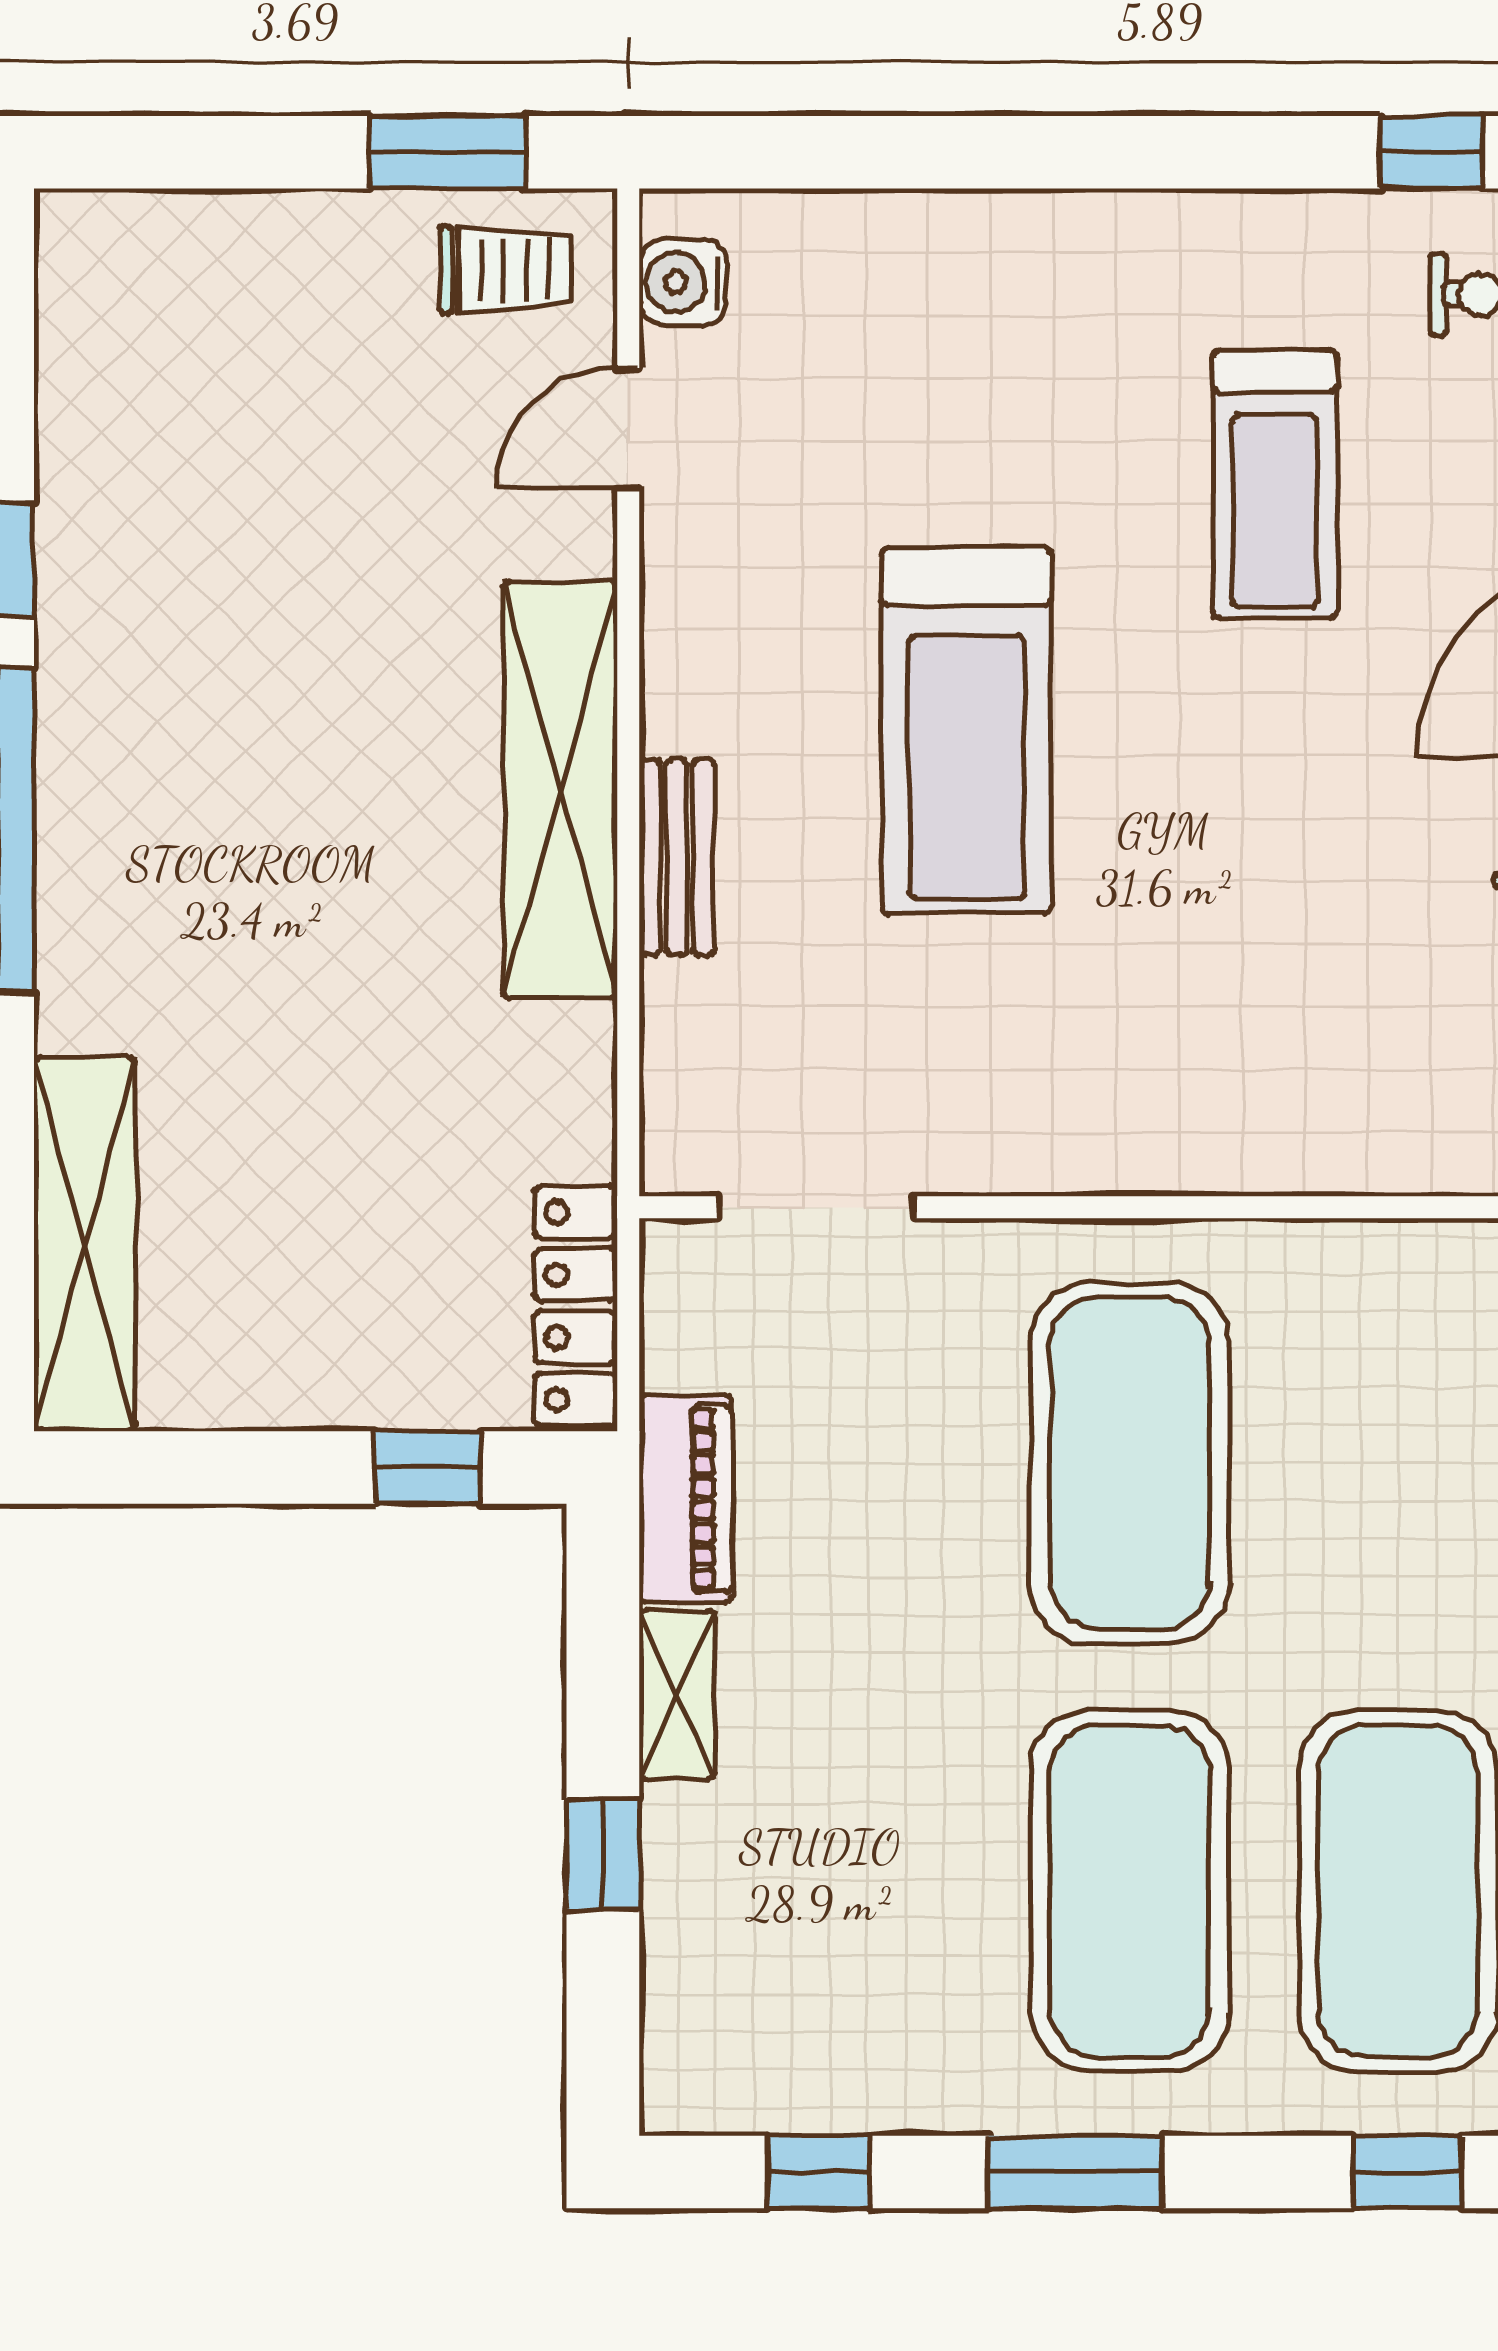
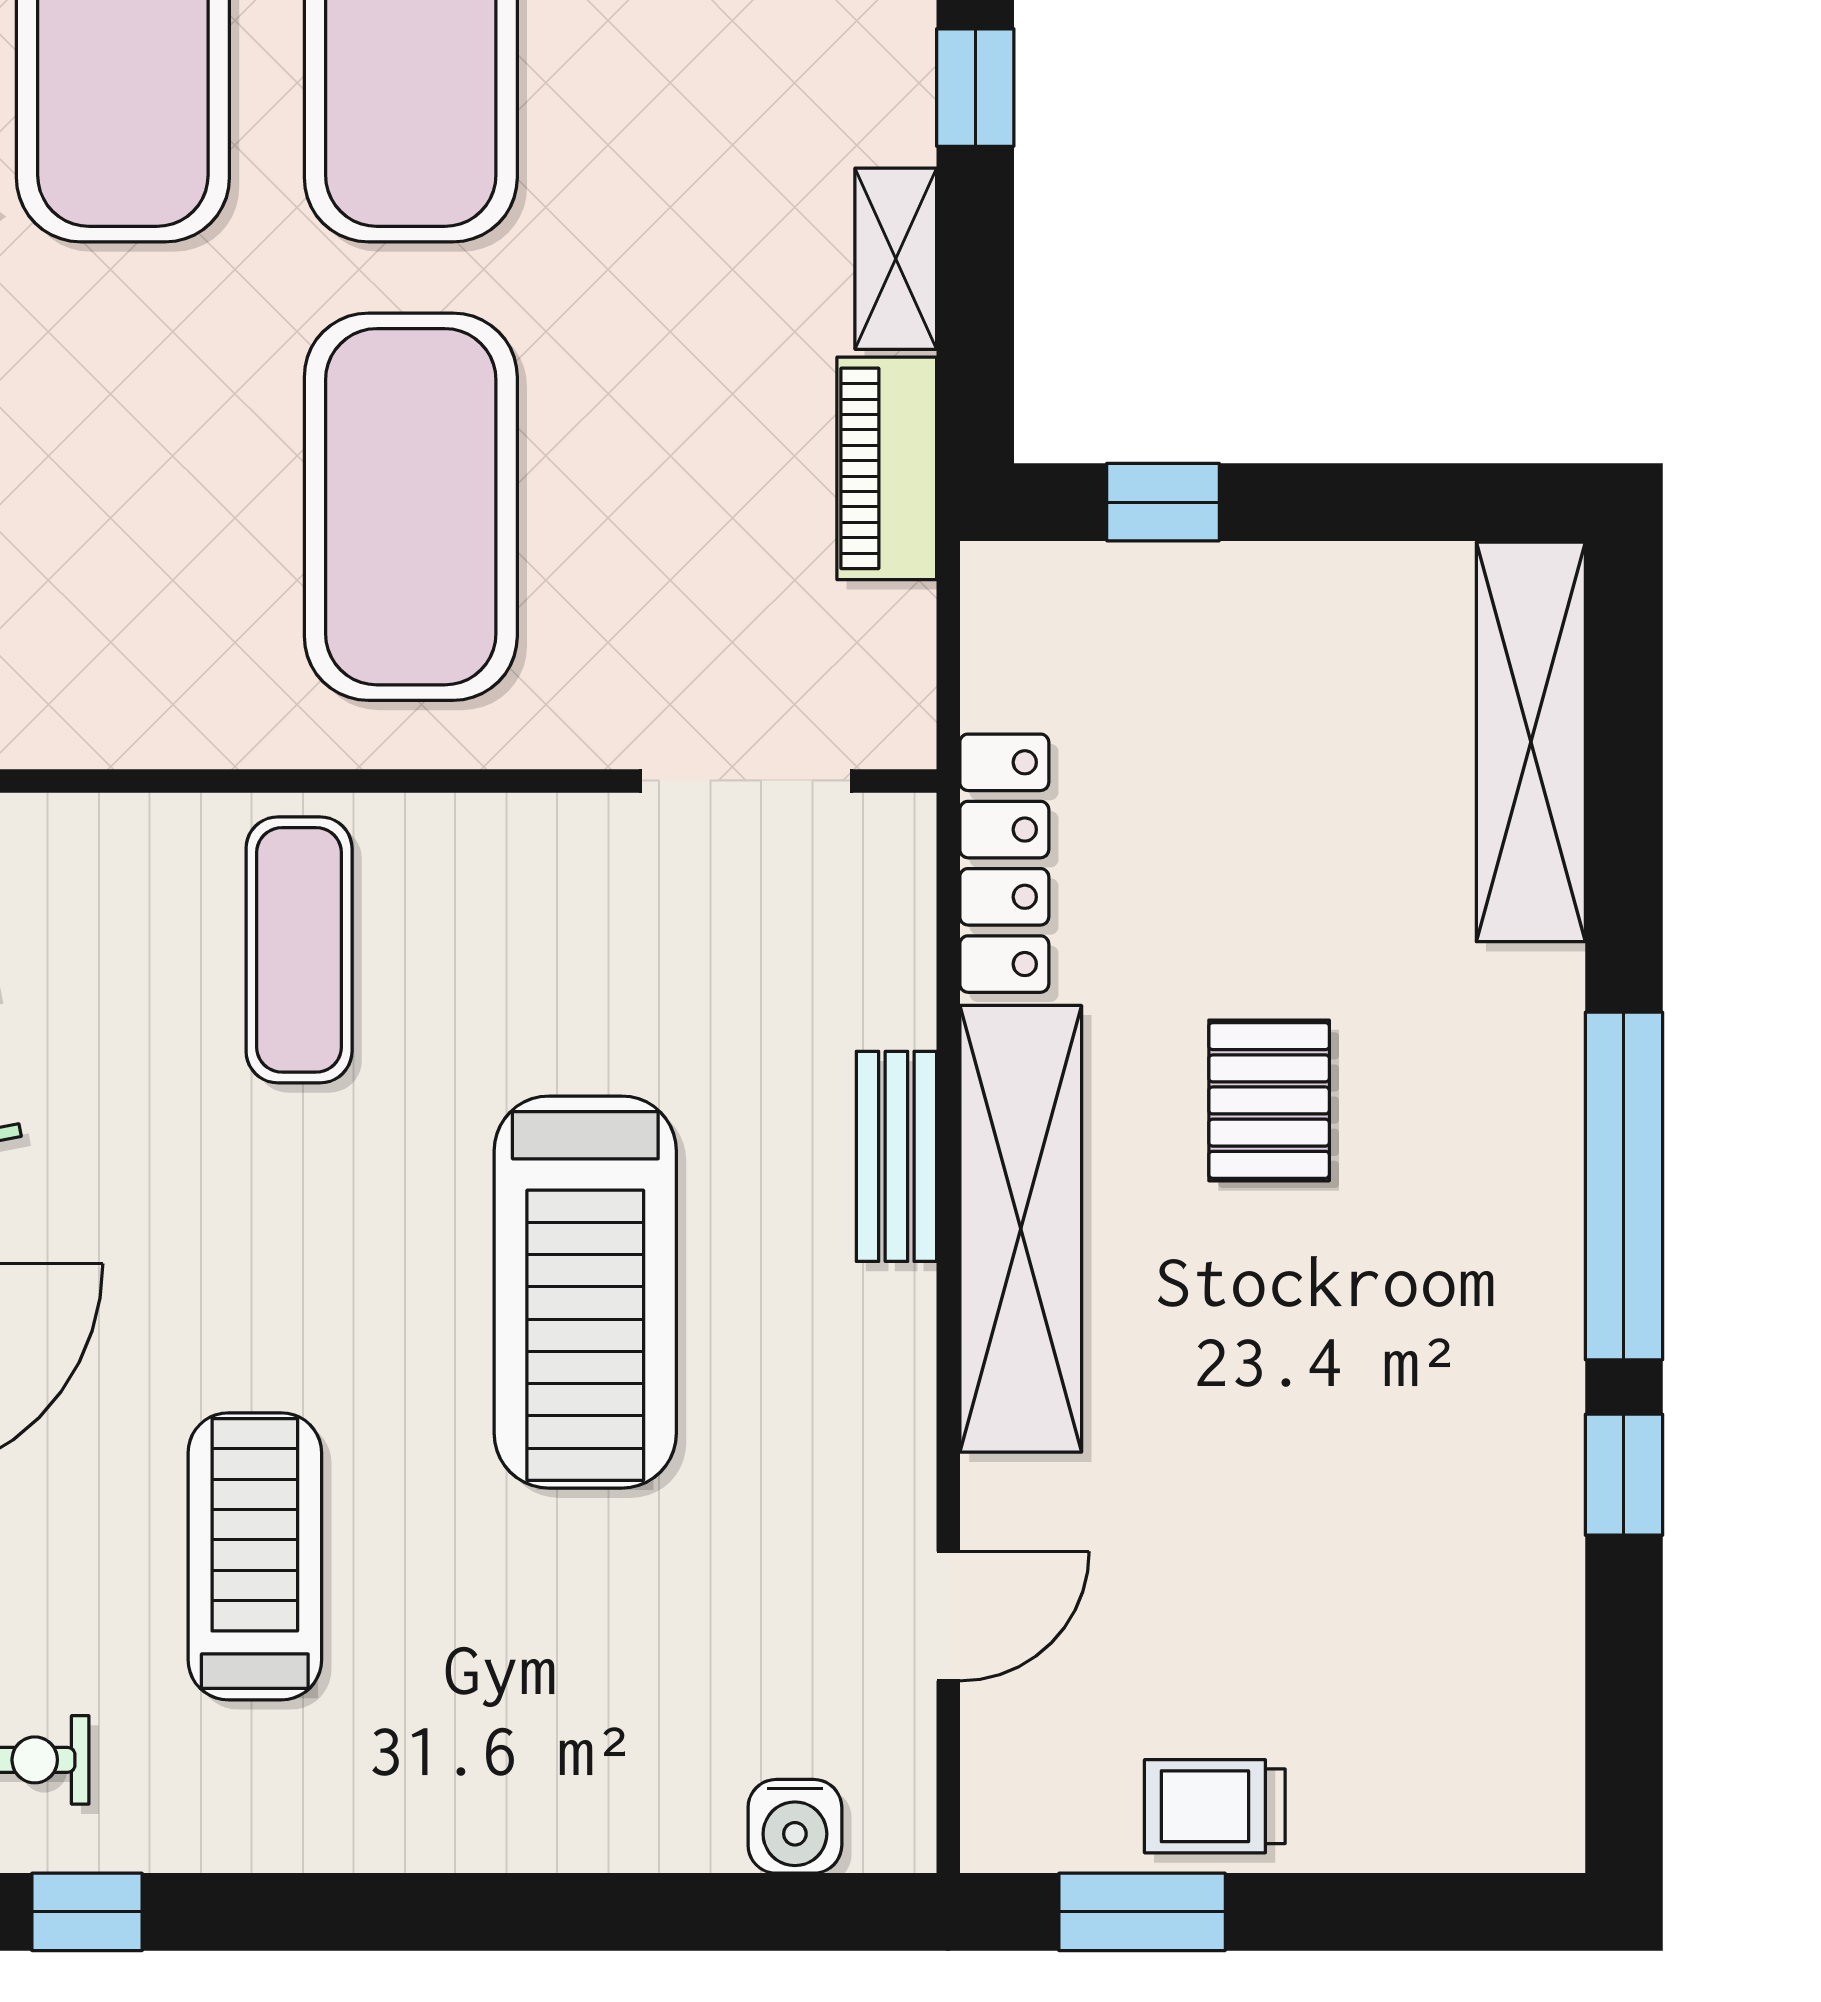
trolley: (506, 270) -> (1215, 1806), moved
water cooler: (683, 282) -> (795, 1826), moved, turned 90
treadmill: (967, 730) -> (585, 1292), turned 180
pallet: (329, 909) -> (1269, 1100), added
exercise mat: (1234, 1050) -> (299, 950), added
locker: (576, 1306) -> (1004, 863), moved

